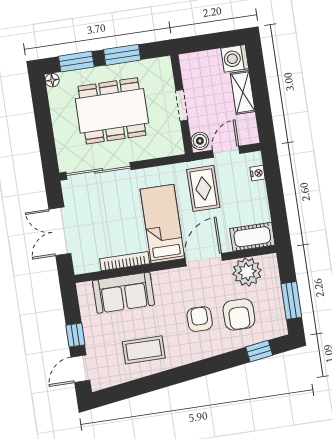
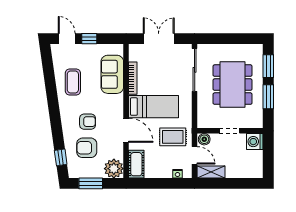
washing machine: (235, 58) -> (255, 142), moved, turned -90
floor lamp: (52, 80) -> (258, 48), removed
shelving: (243, 92) -> (211, 172), moved
plant: (247, 272) -> (114, 169), moved

